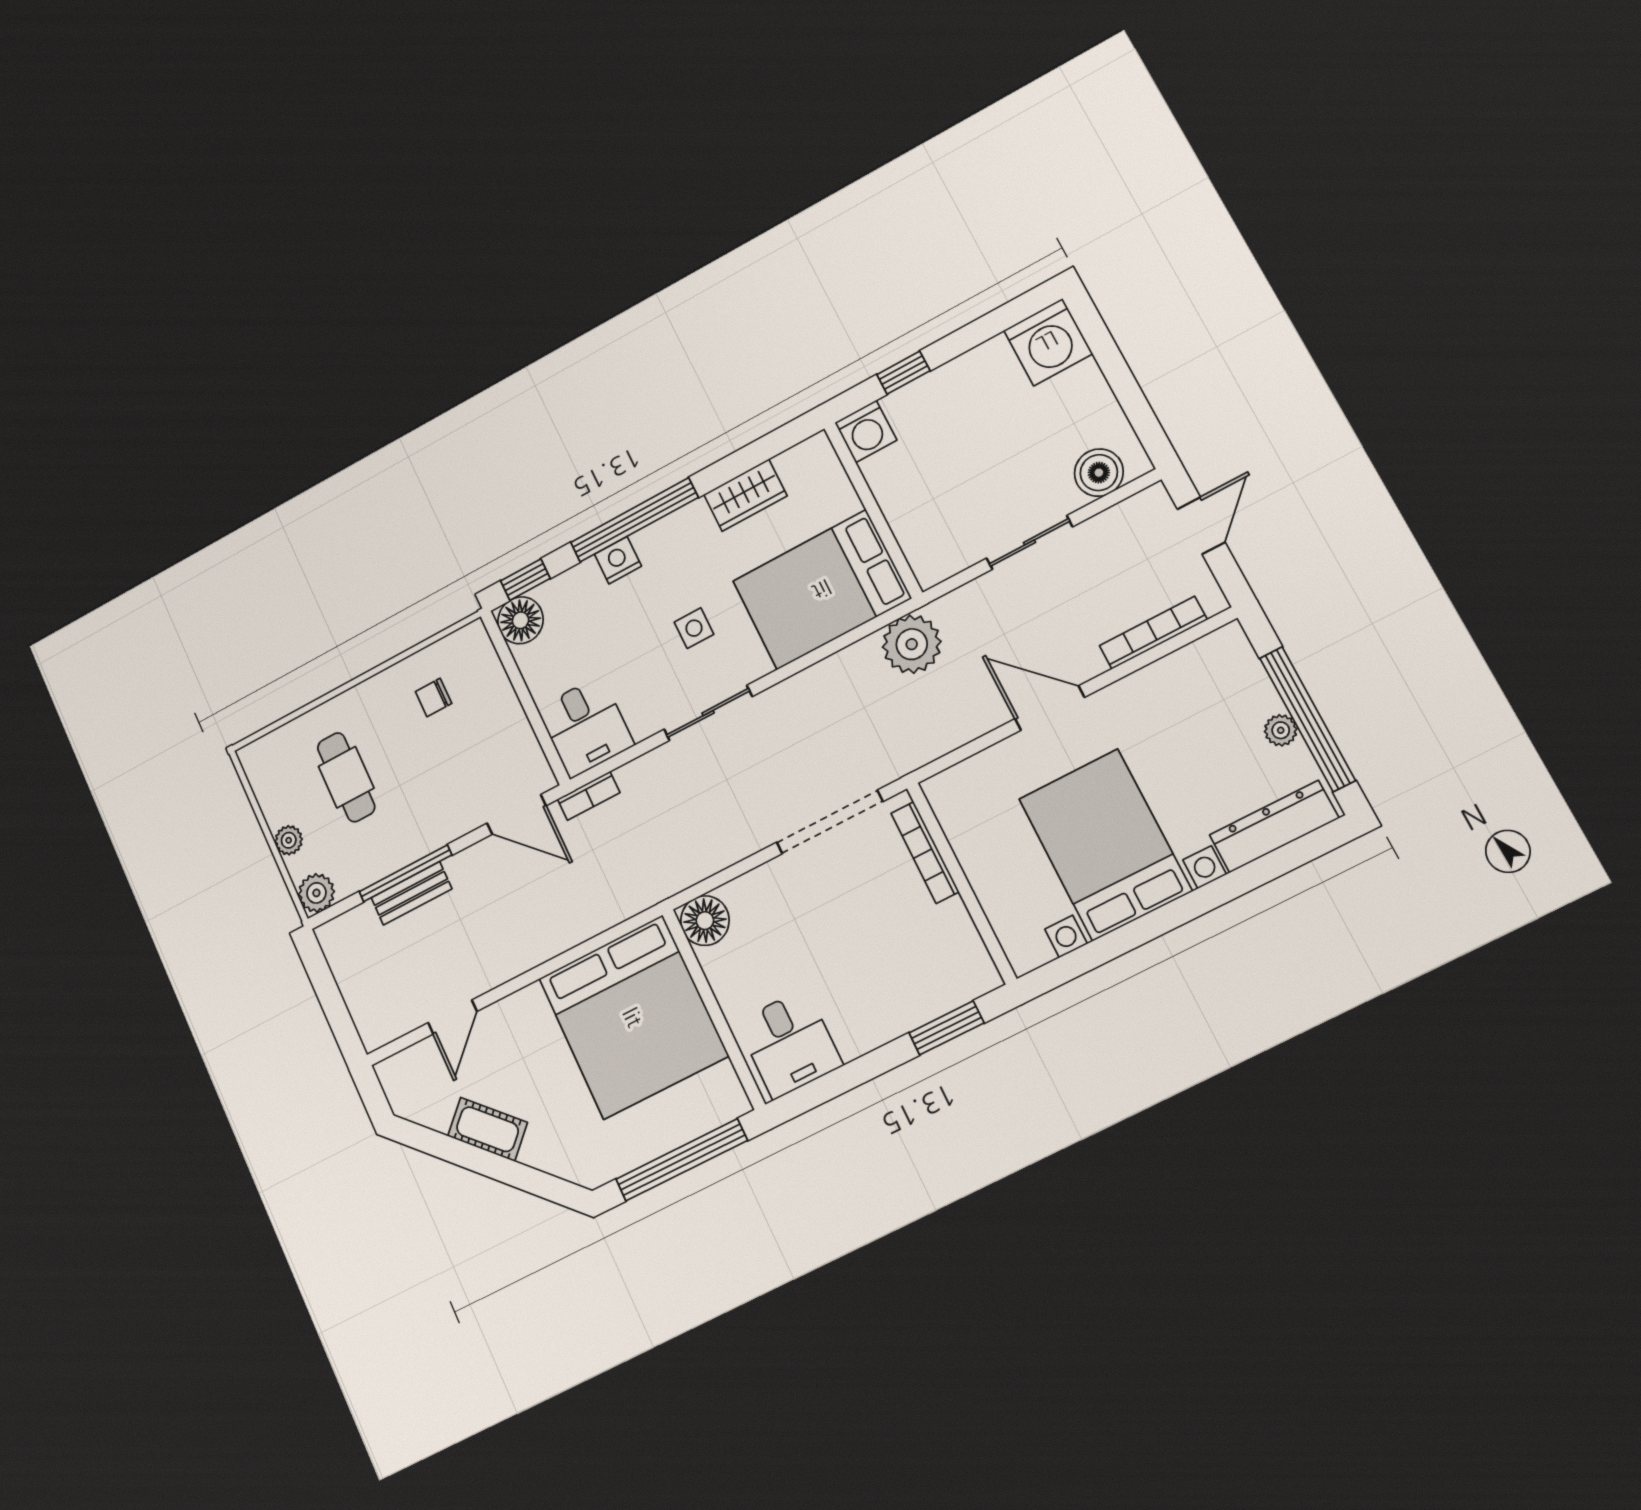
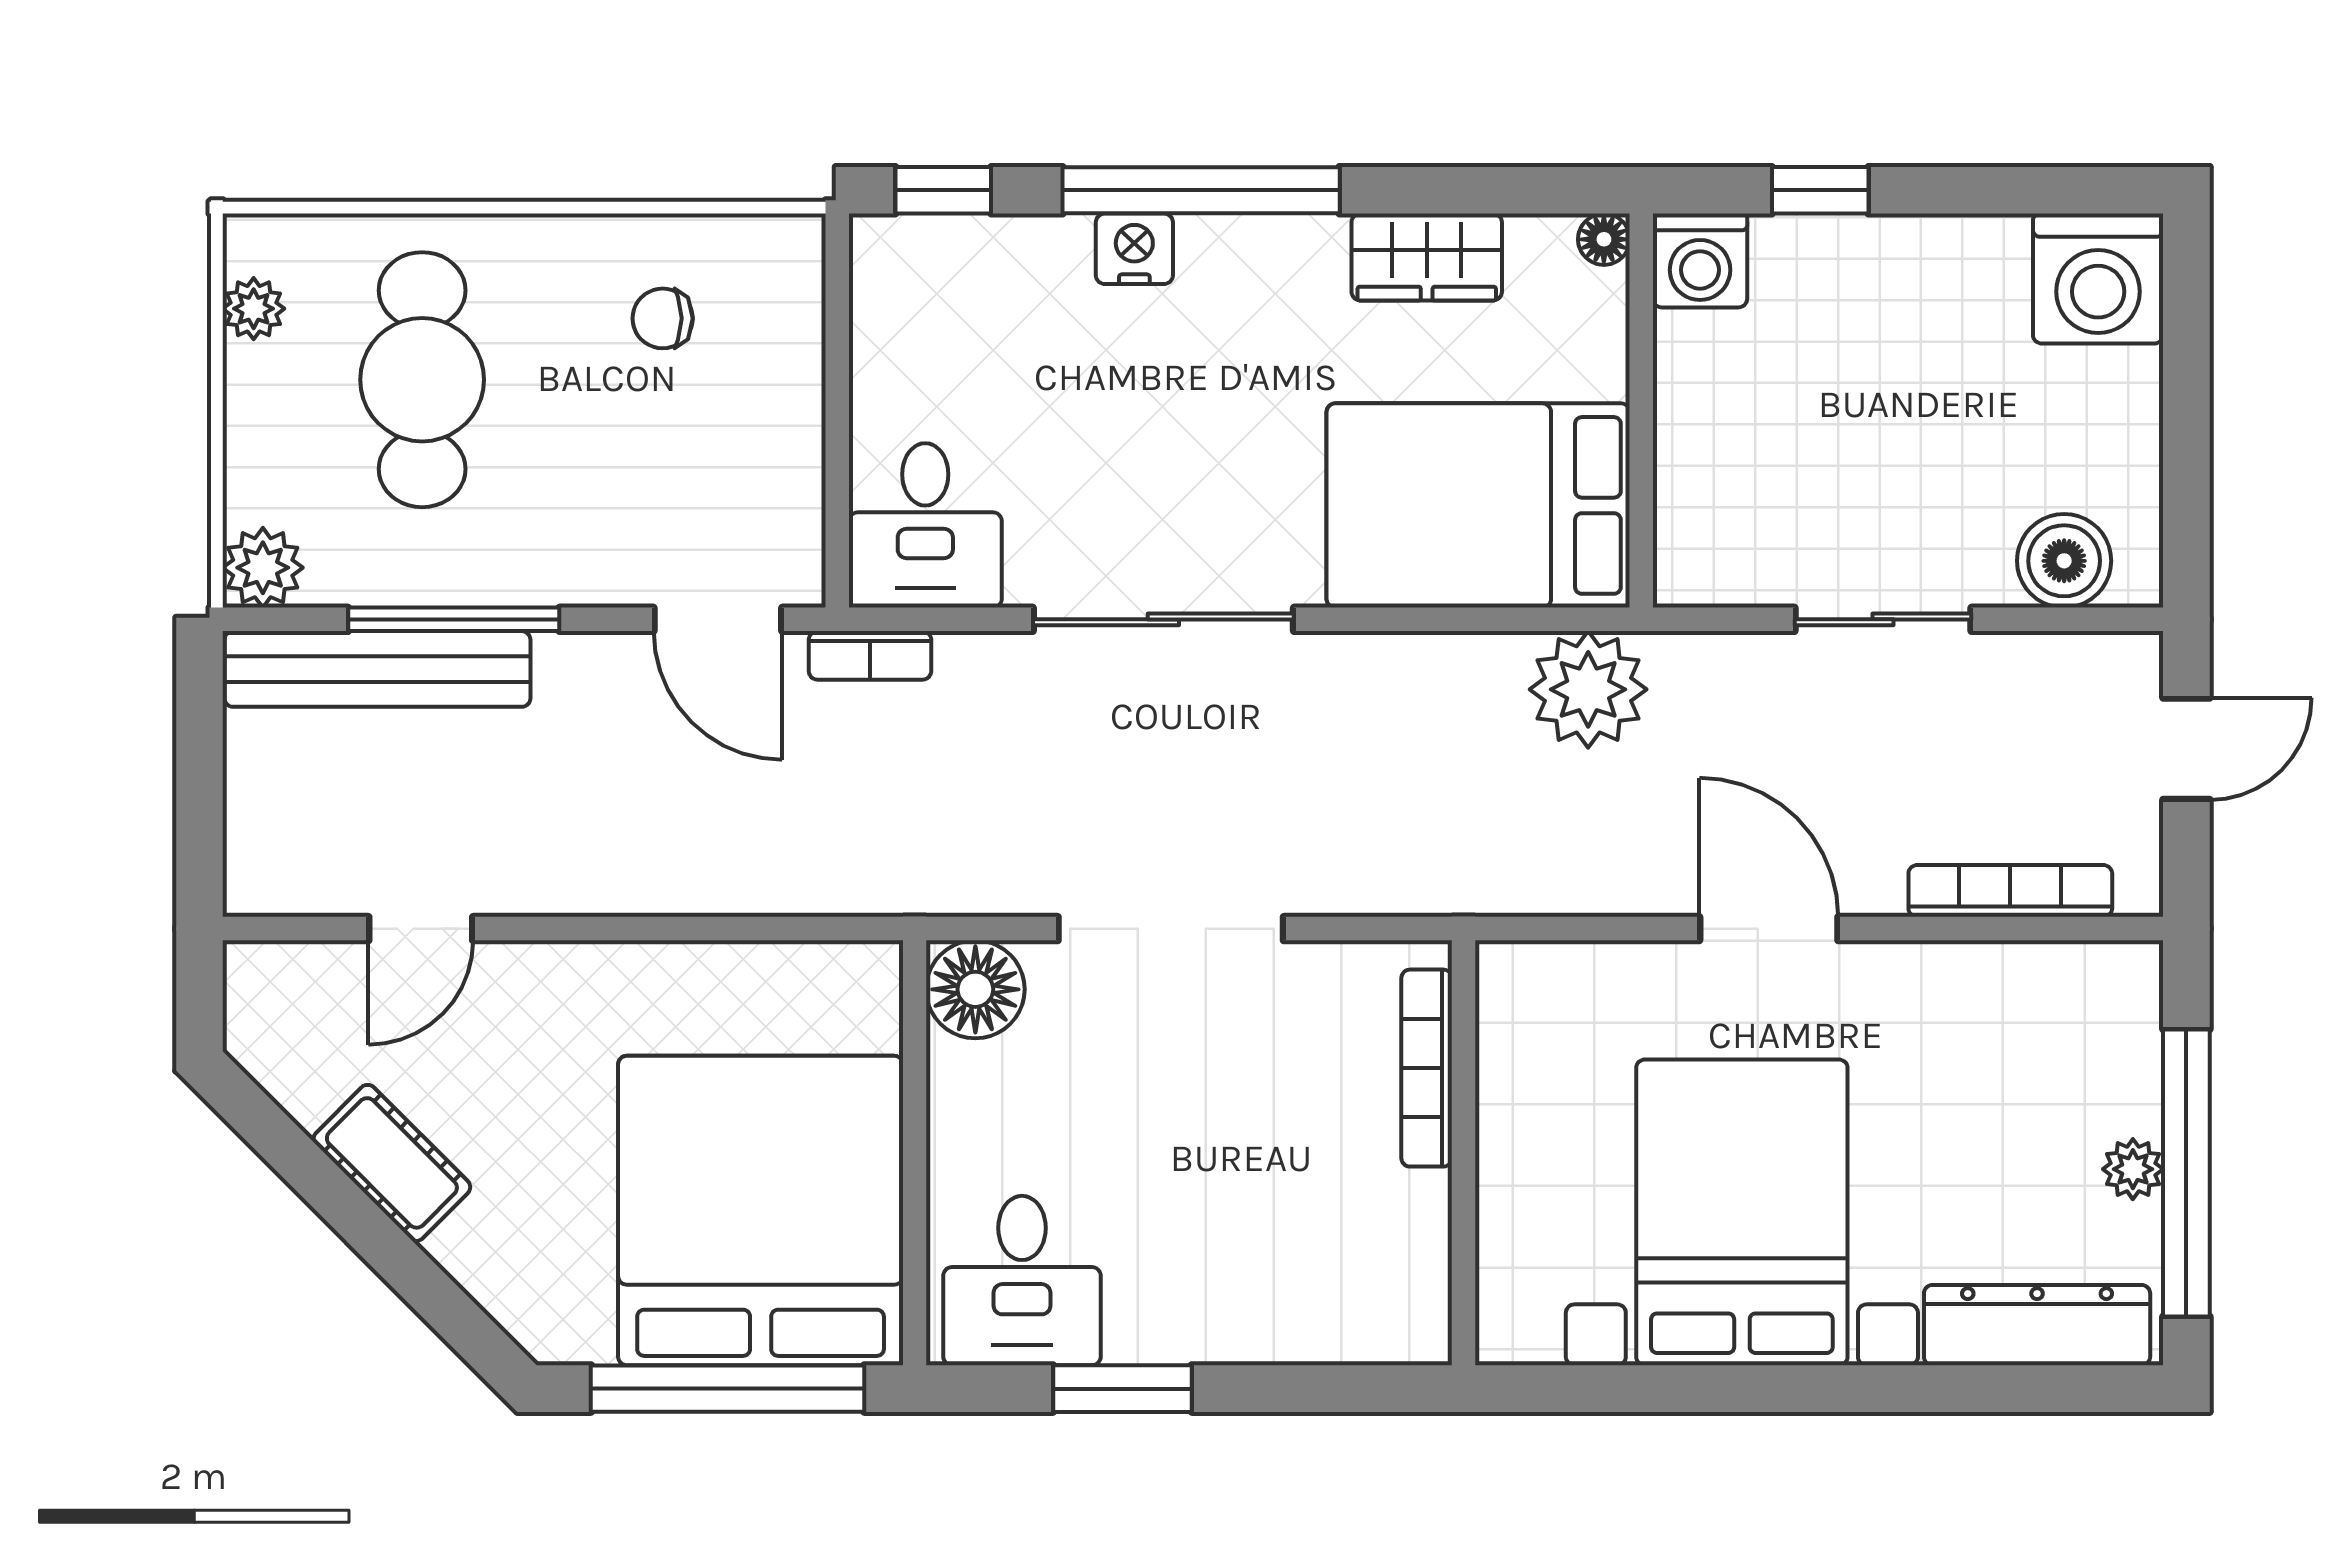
floor lamp: (521, 620) -> (1604, 239), moved, width x0.53, depth x0.53
side table: (694, 628) -> (1213, 451), removed
sliding door: (708, 713) -> (1163, 619), width x1.37
cafe table: (346, 777) -> (422, 380), width x1.37, depth x1.35
doorway: (830, 822) -> (1171, 929), moved
plant: (289, 840) -> (254, 309), moved
bench: (411, 893) -> (377, 669), width x1.86, depth x1.21
bed: (633, 1017) -> (761, 1211), moved, turned 180
window: (946, 1028) -> (1122, 1389), moved

